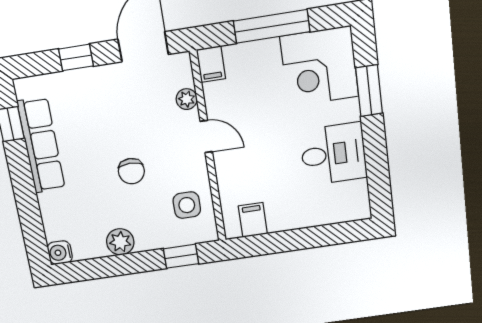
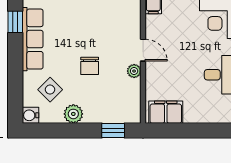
plant: (187, 99) -> (134, 71), moved
side table: (187, 205) -> (50, 90), moved, turned 45
filing cabinet: (253, 220) -> (166, 112), width x2.00

